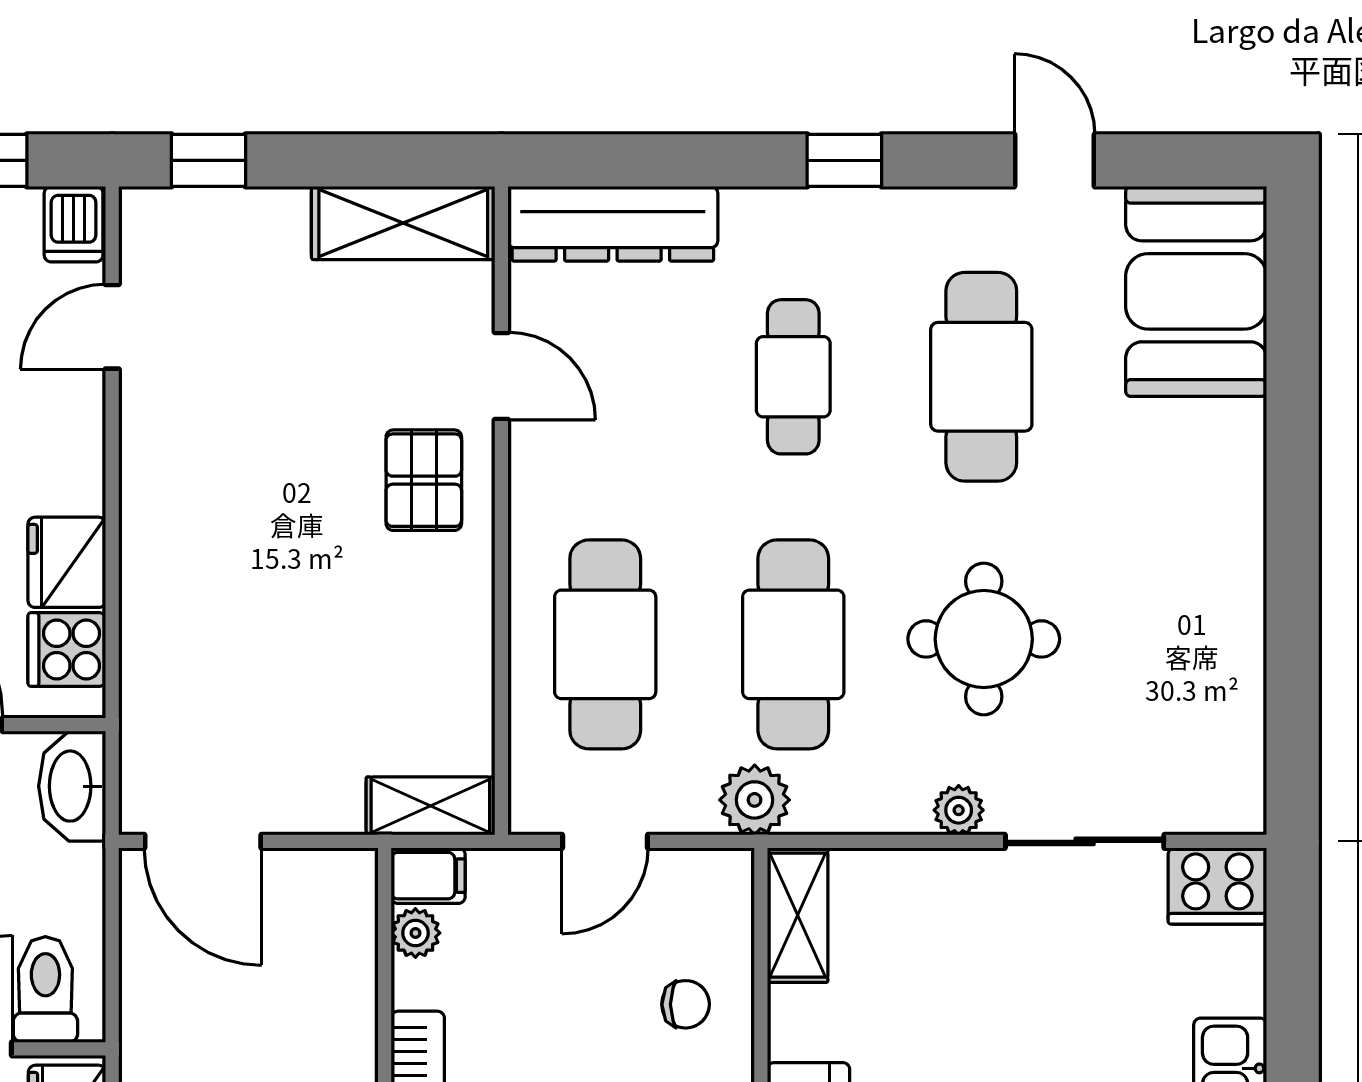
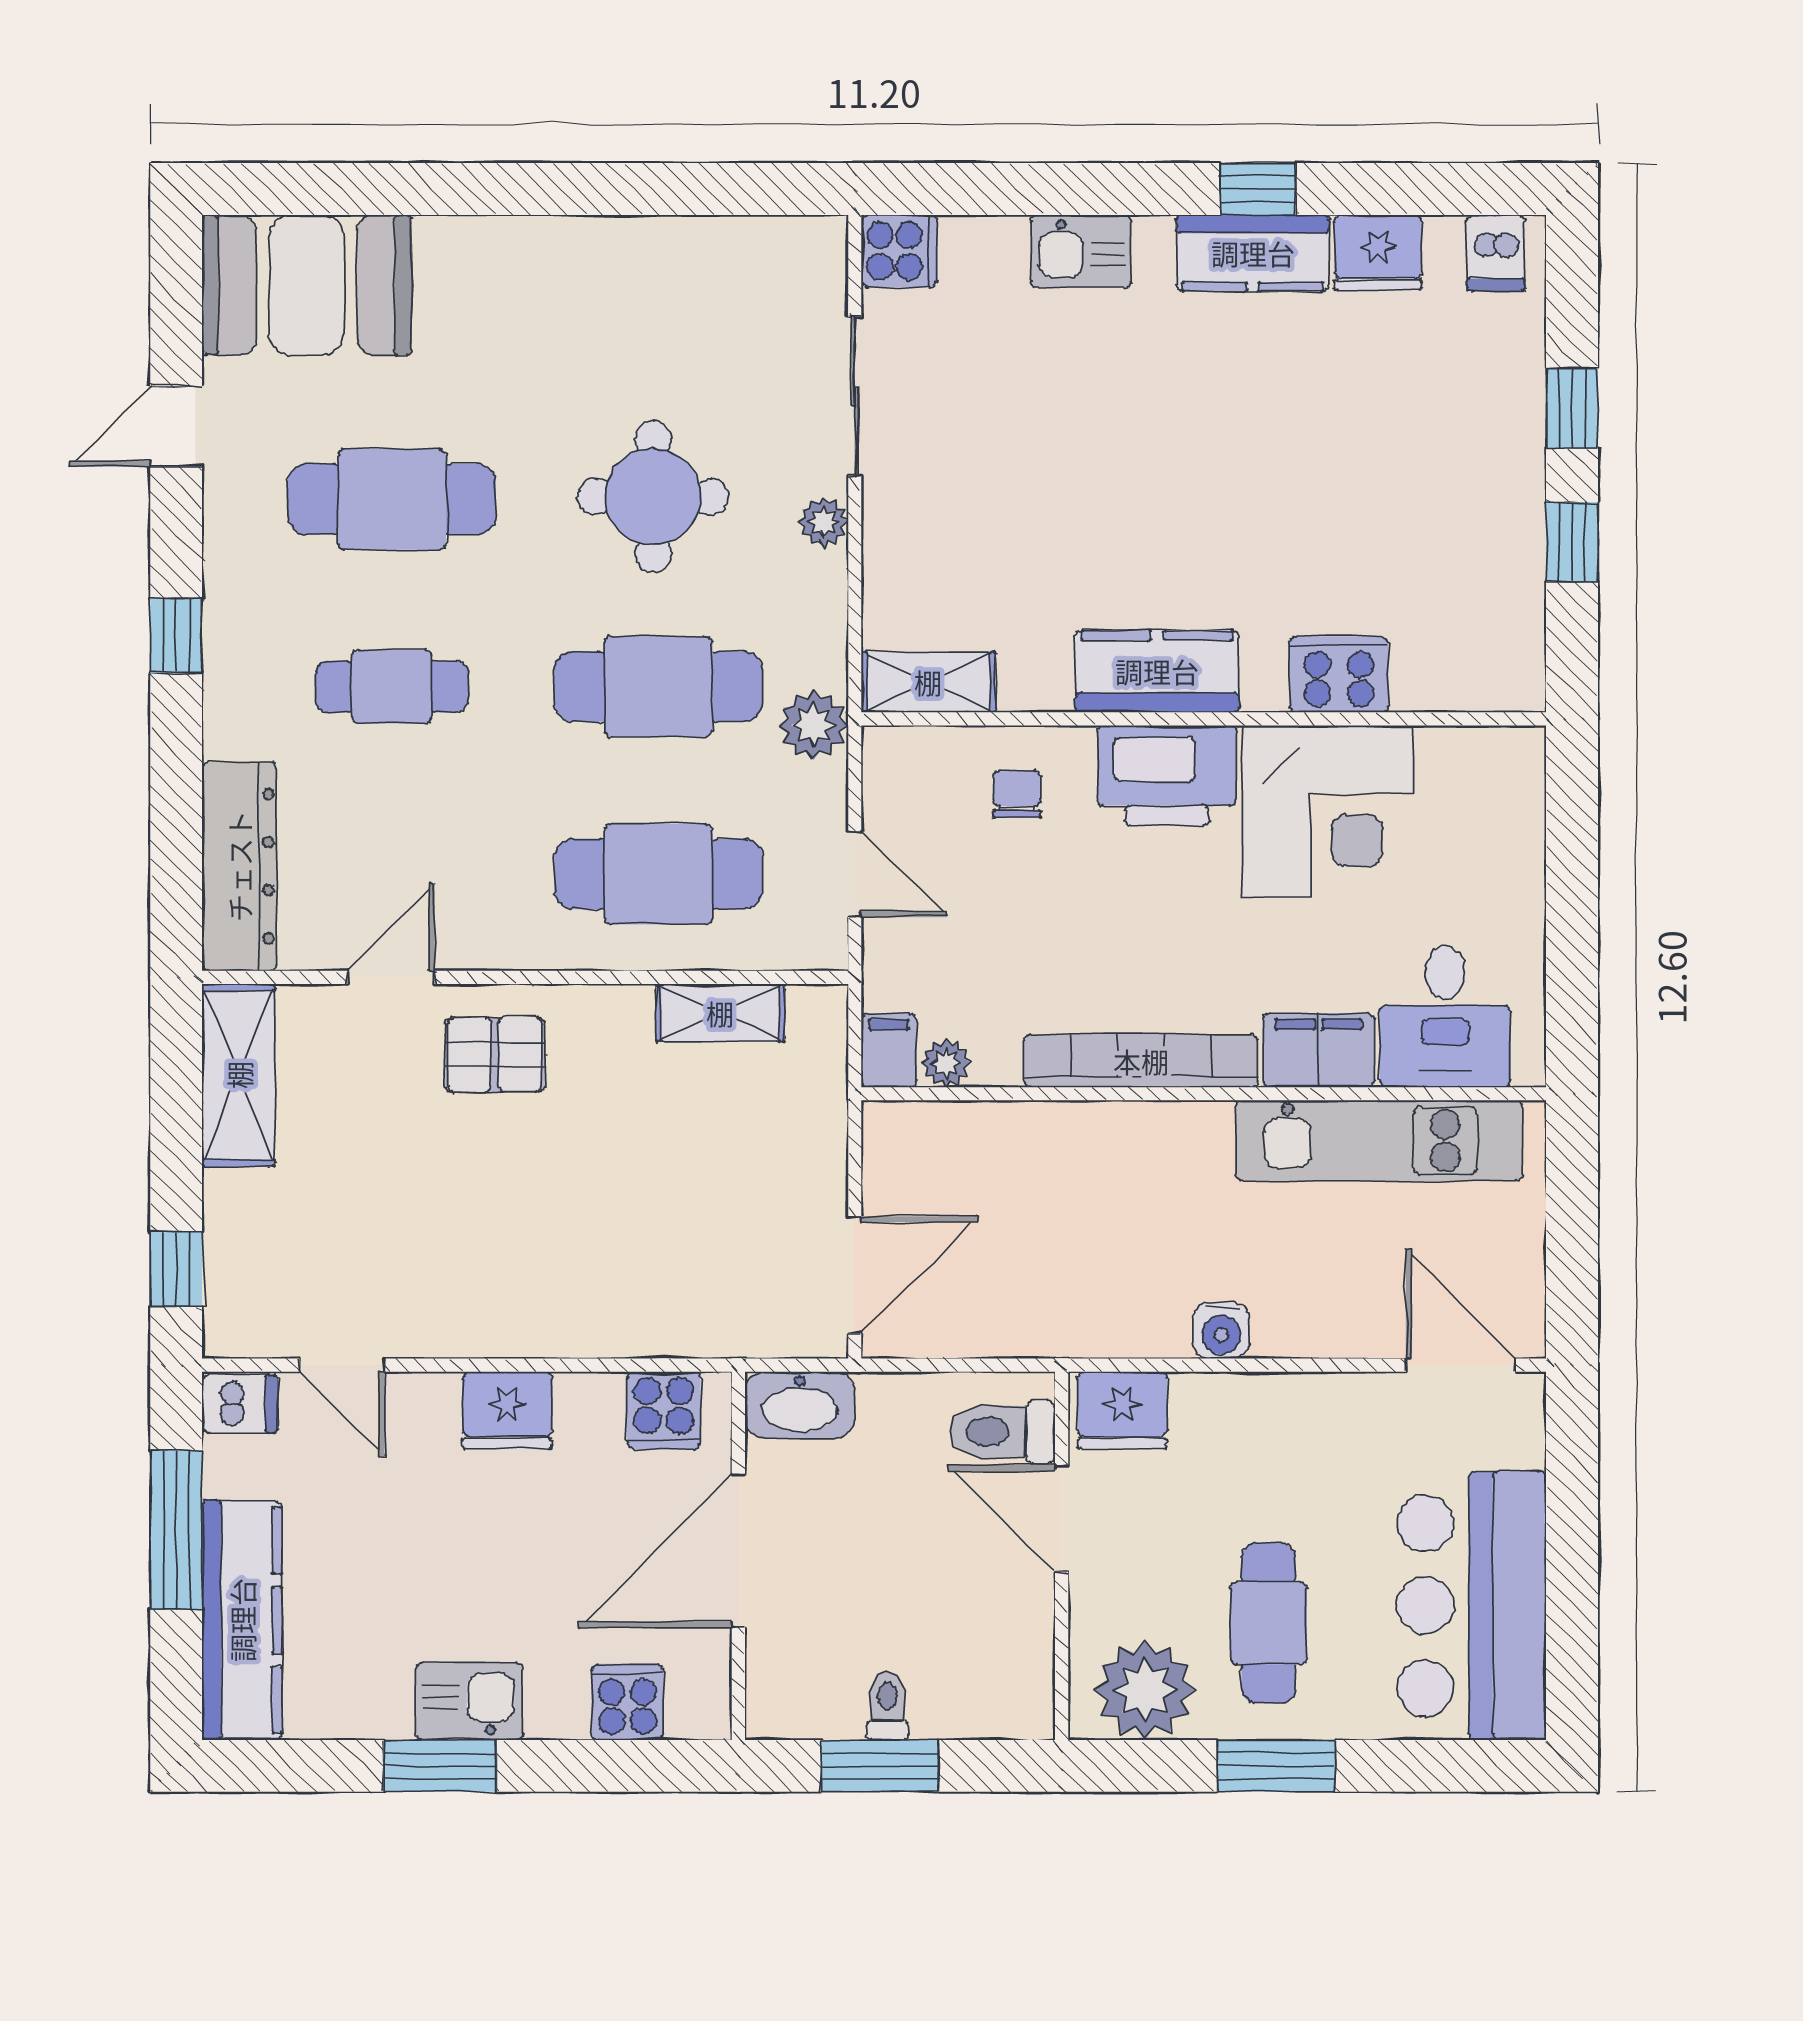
fridge: (67, 562) -> (507, 1410), moved
shelving: (430, 806) -> (720, 1013), moved, turned 90
cooker: (1217, 886) -> (899, 251), width x0.73

